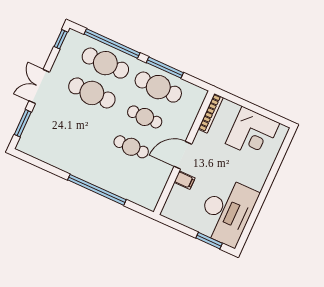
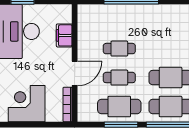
door: (183, 155) -> (75, 73), moved
filing cabinet: (185, 180) -> (64, 35), width x2.00

